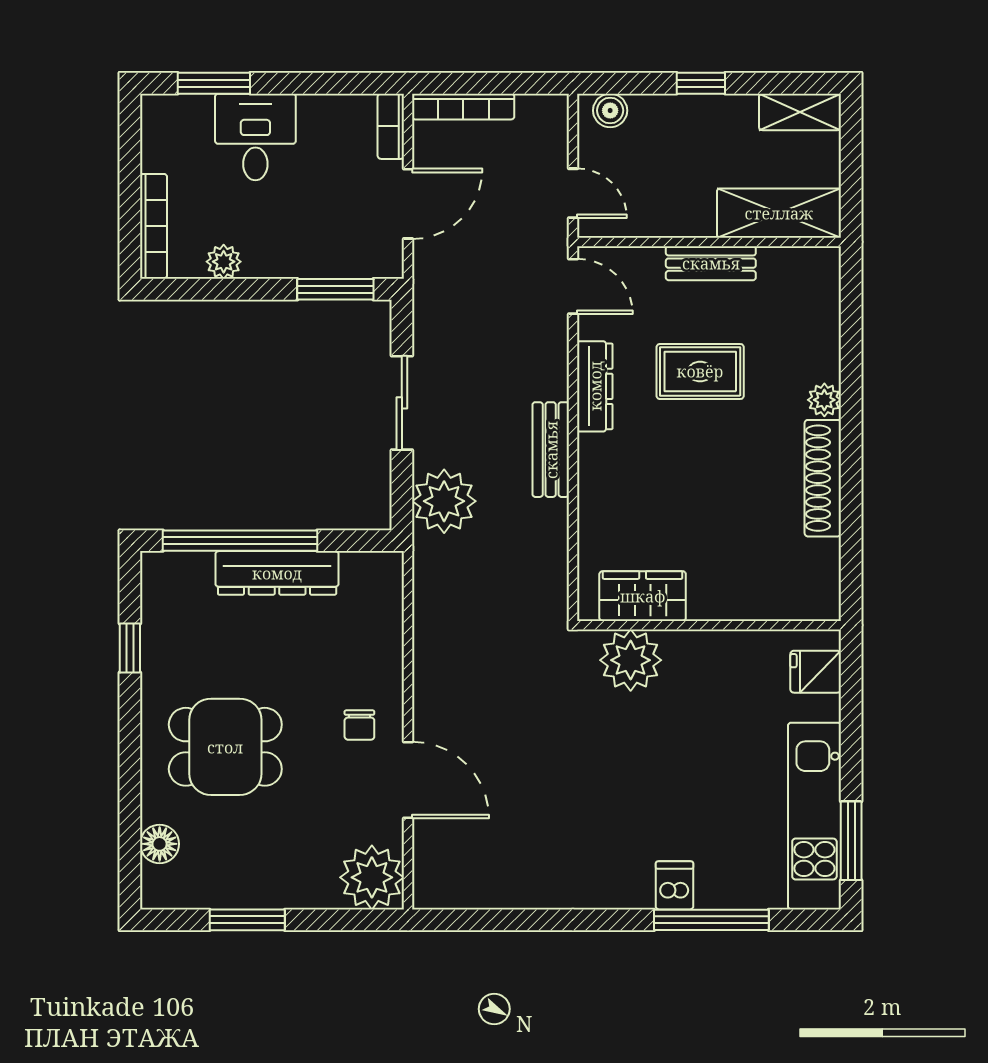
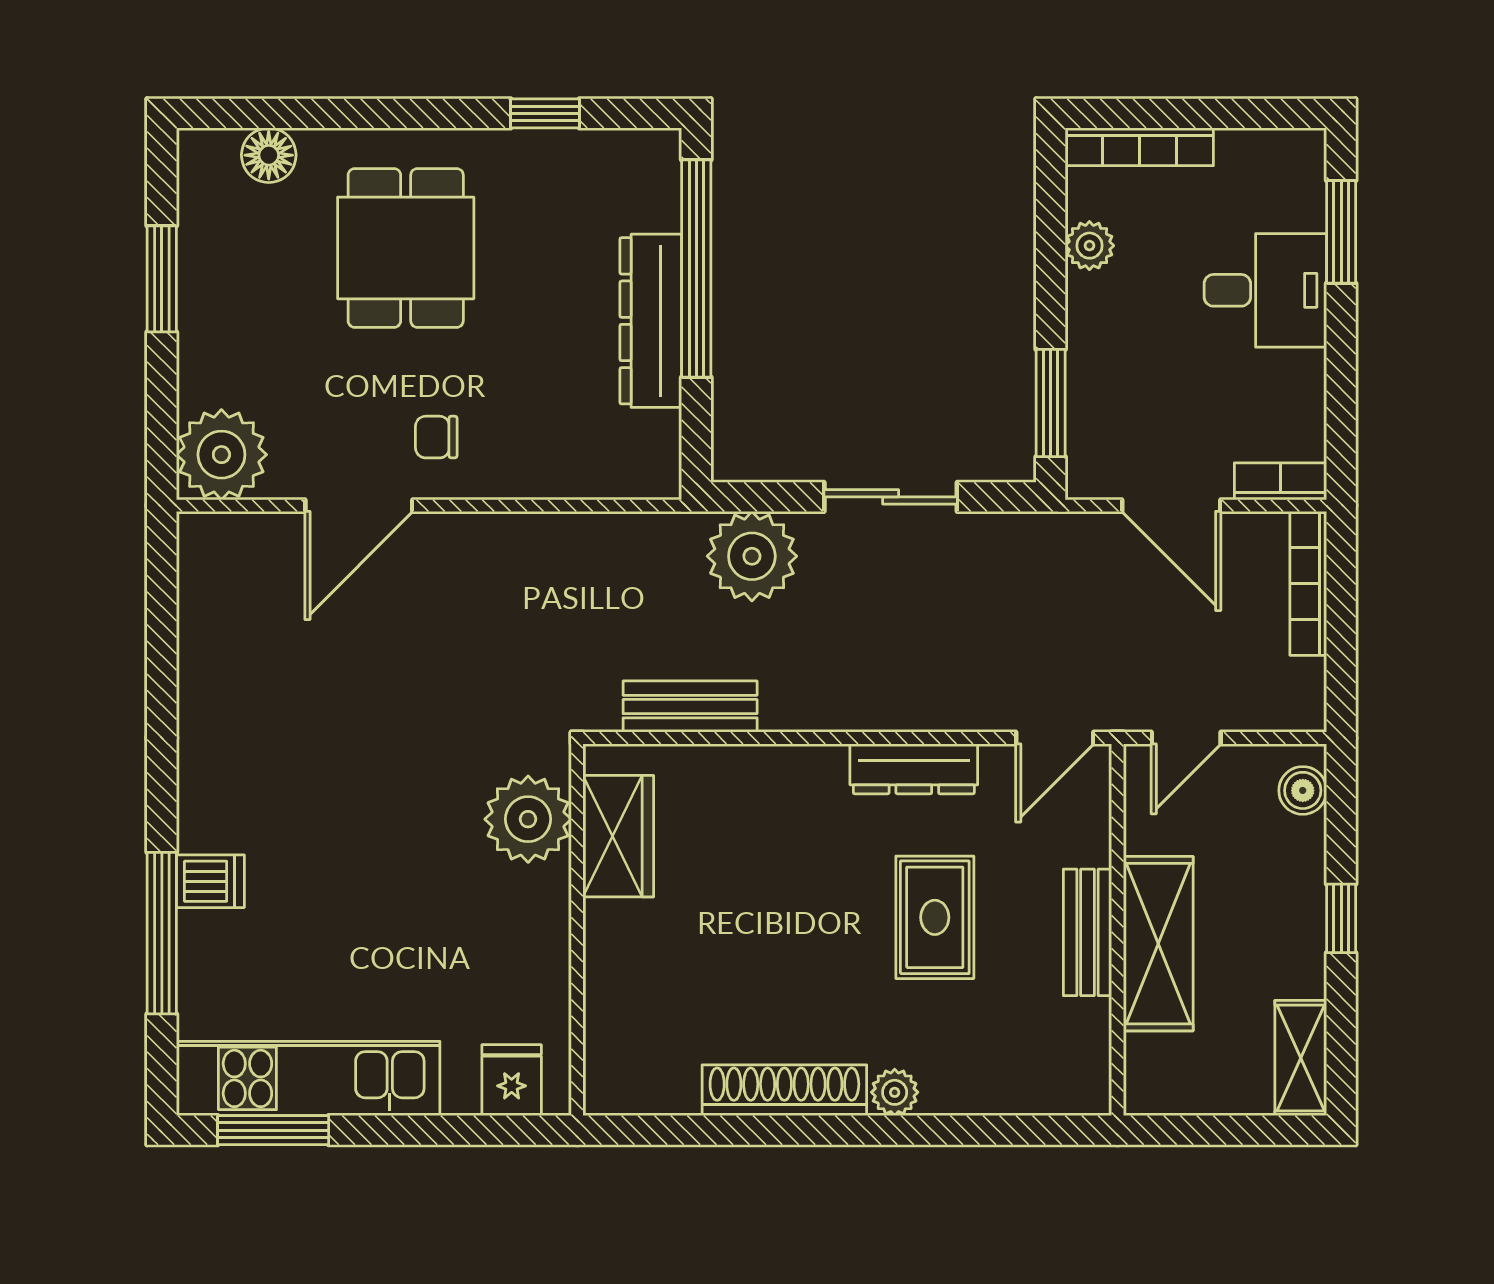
shelving: (779, 213) -> (1158, 944), moved
bench: (551, 450) -> (690, 707), moved

